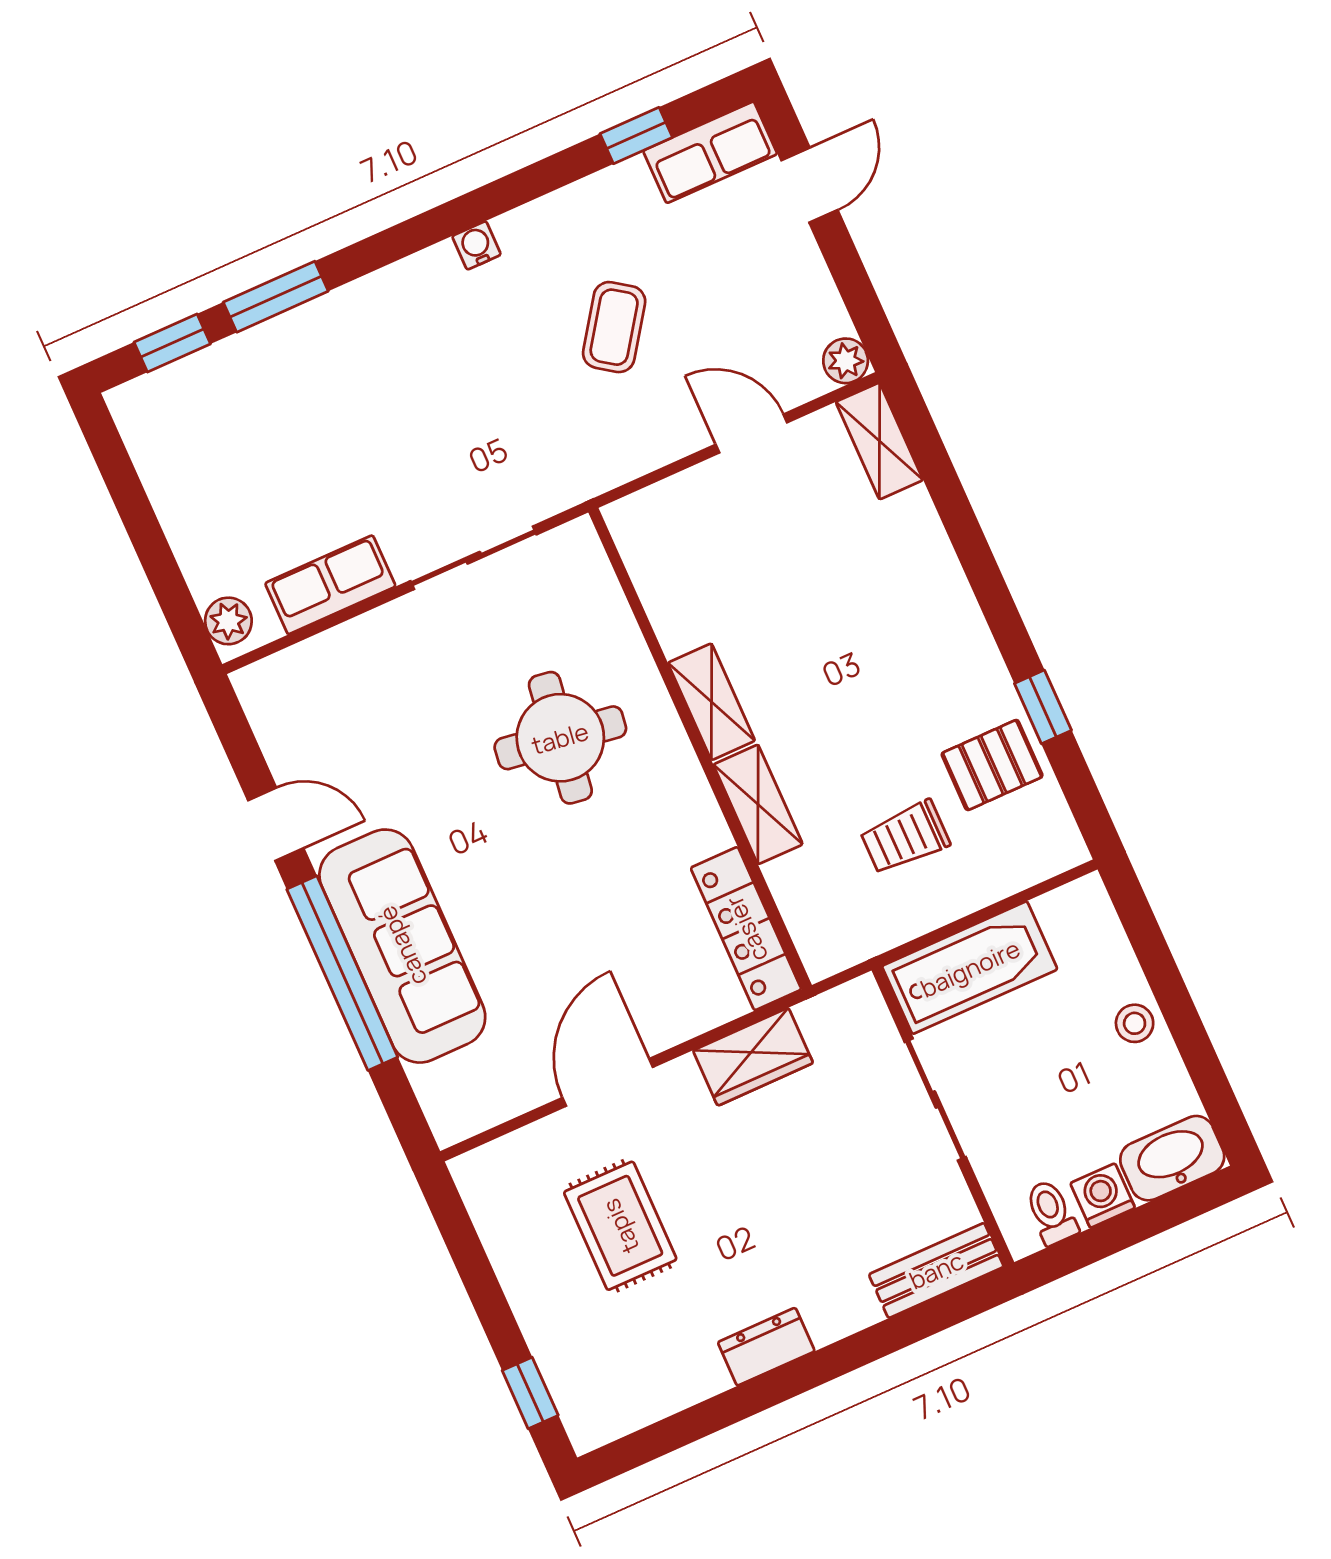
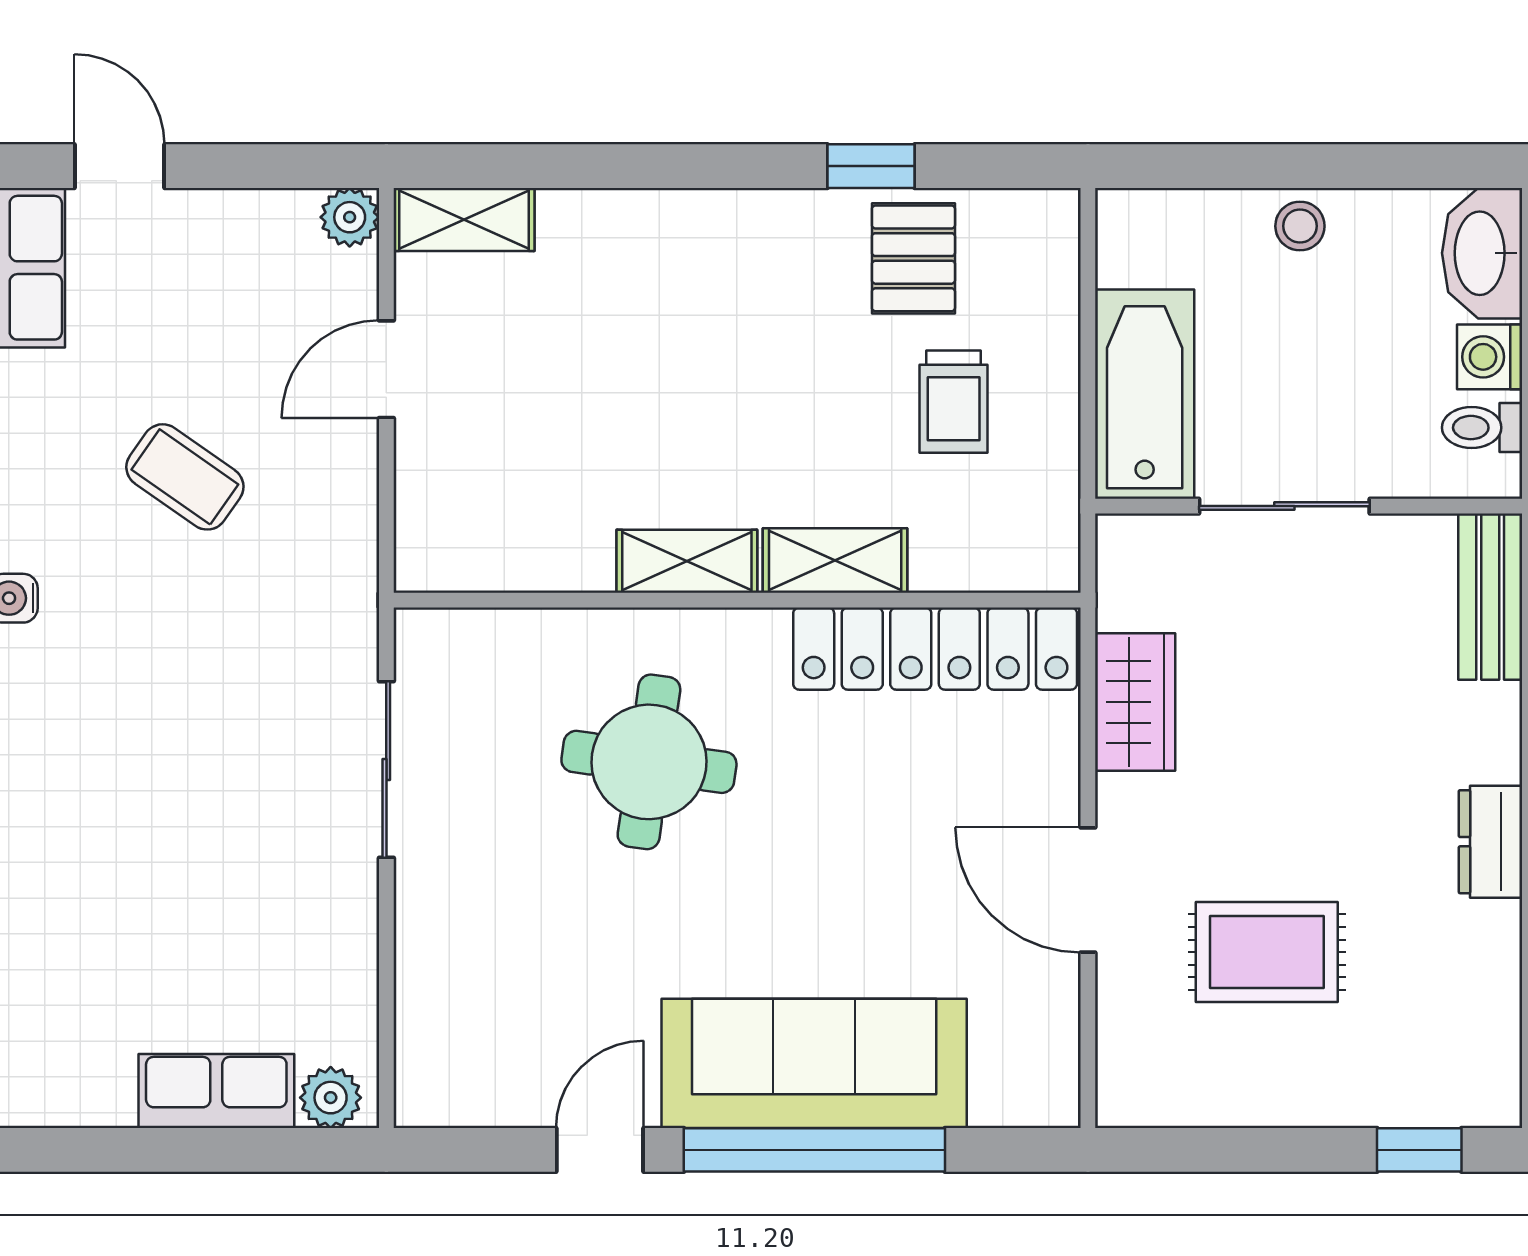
row of seats: (330, 585) -> (216, 1091), moved, turned 90
locker: (746, 929) -> (935, 649), width x1.41, depth x1.21

